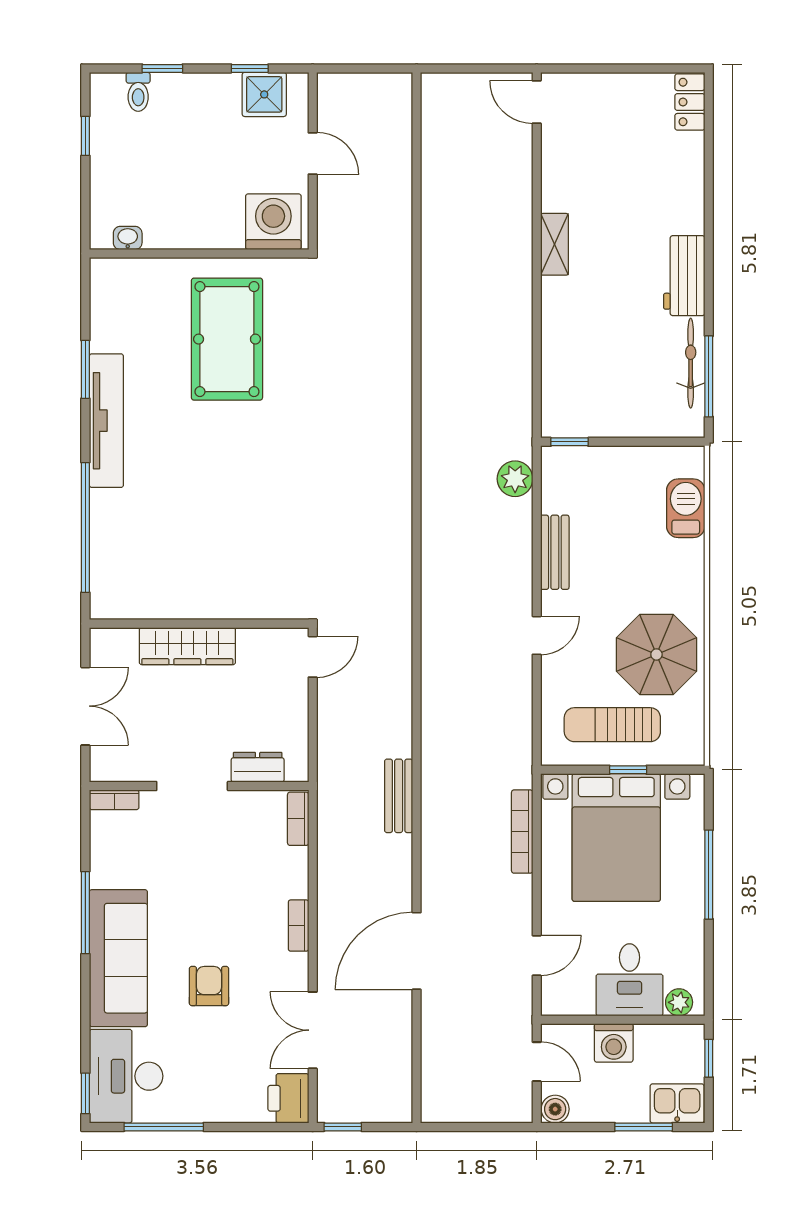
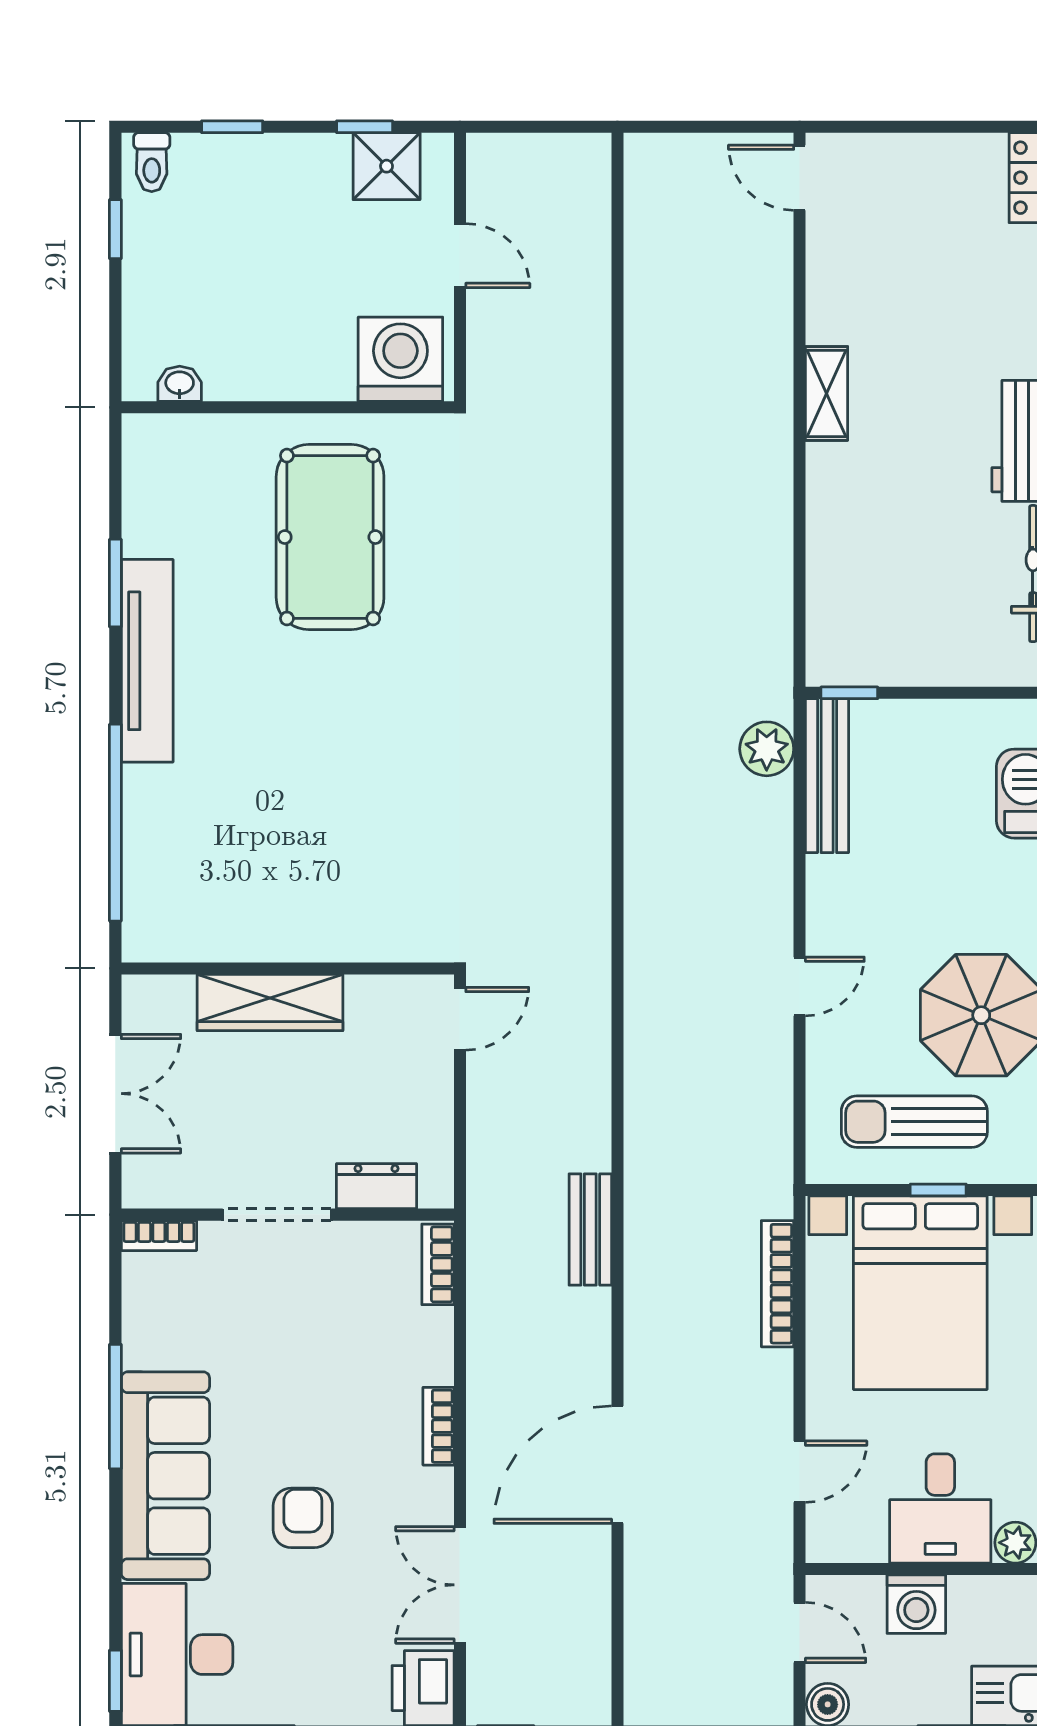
toilet: (138, 92) -> (152, 162), moved
bench: (555, 552) -> (827, 776), moved, width x1.36

